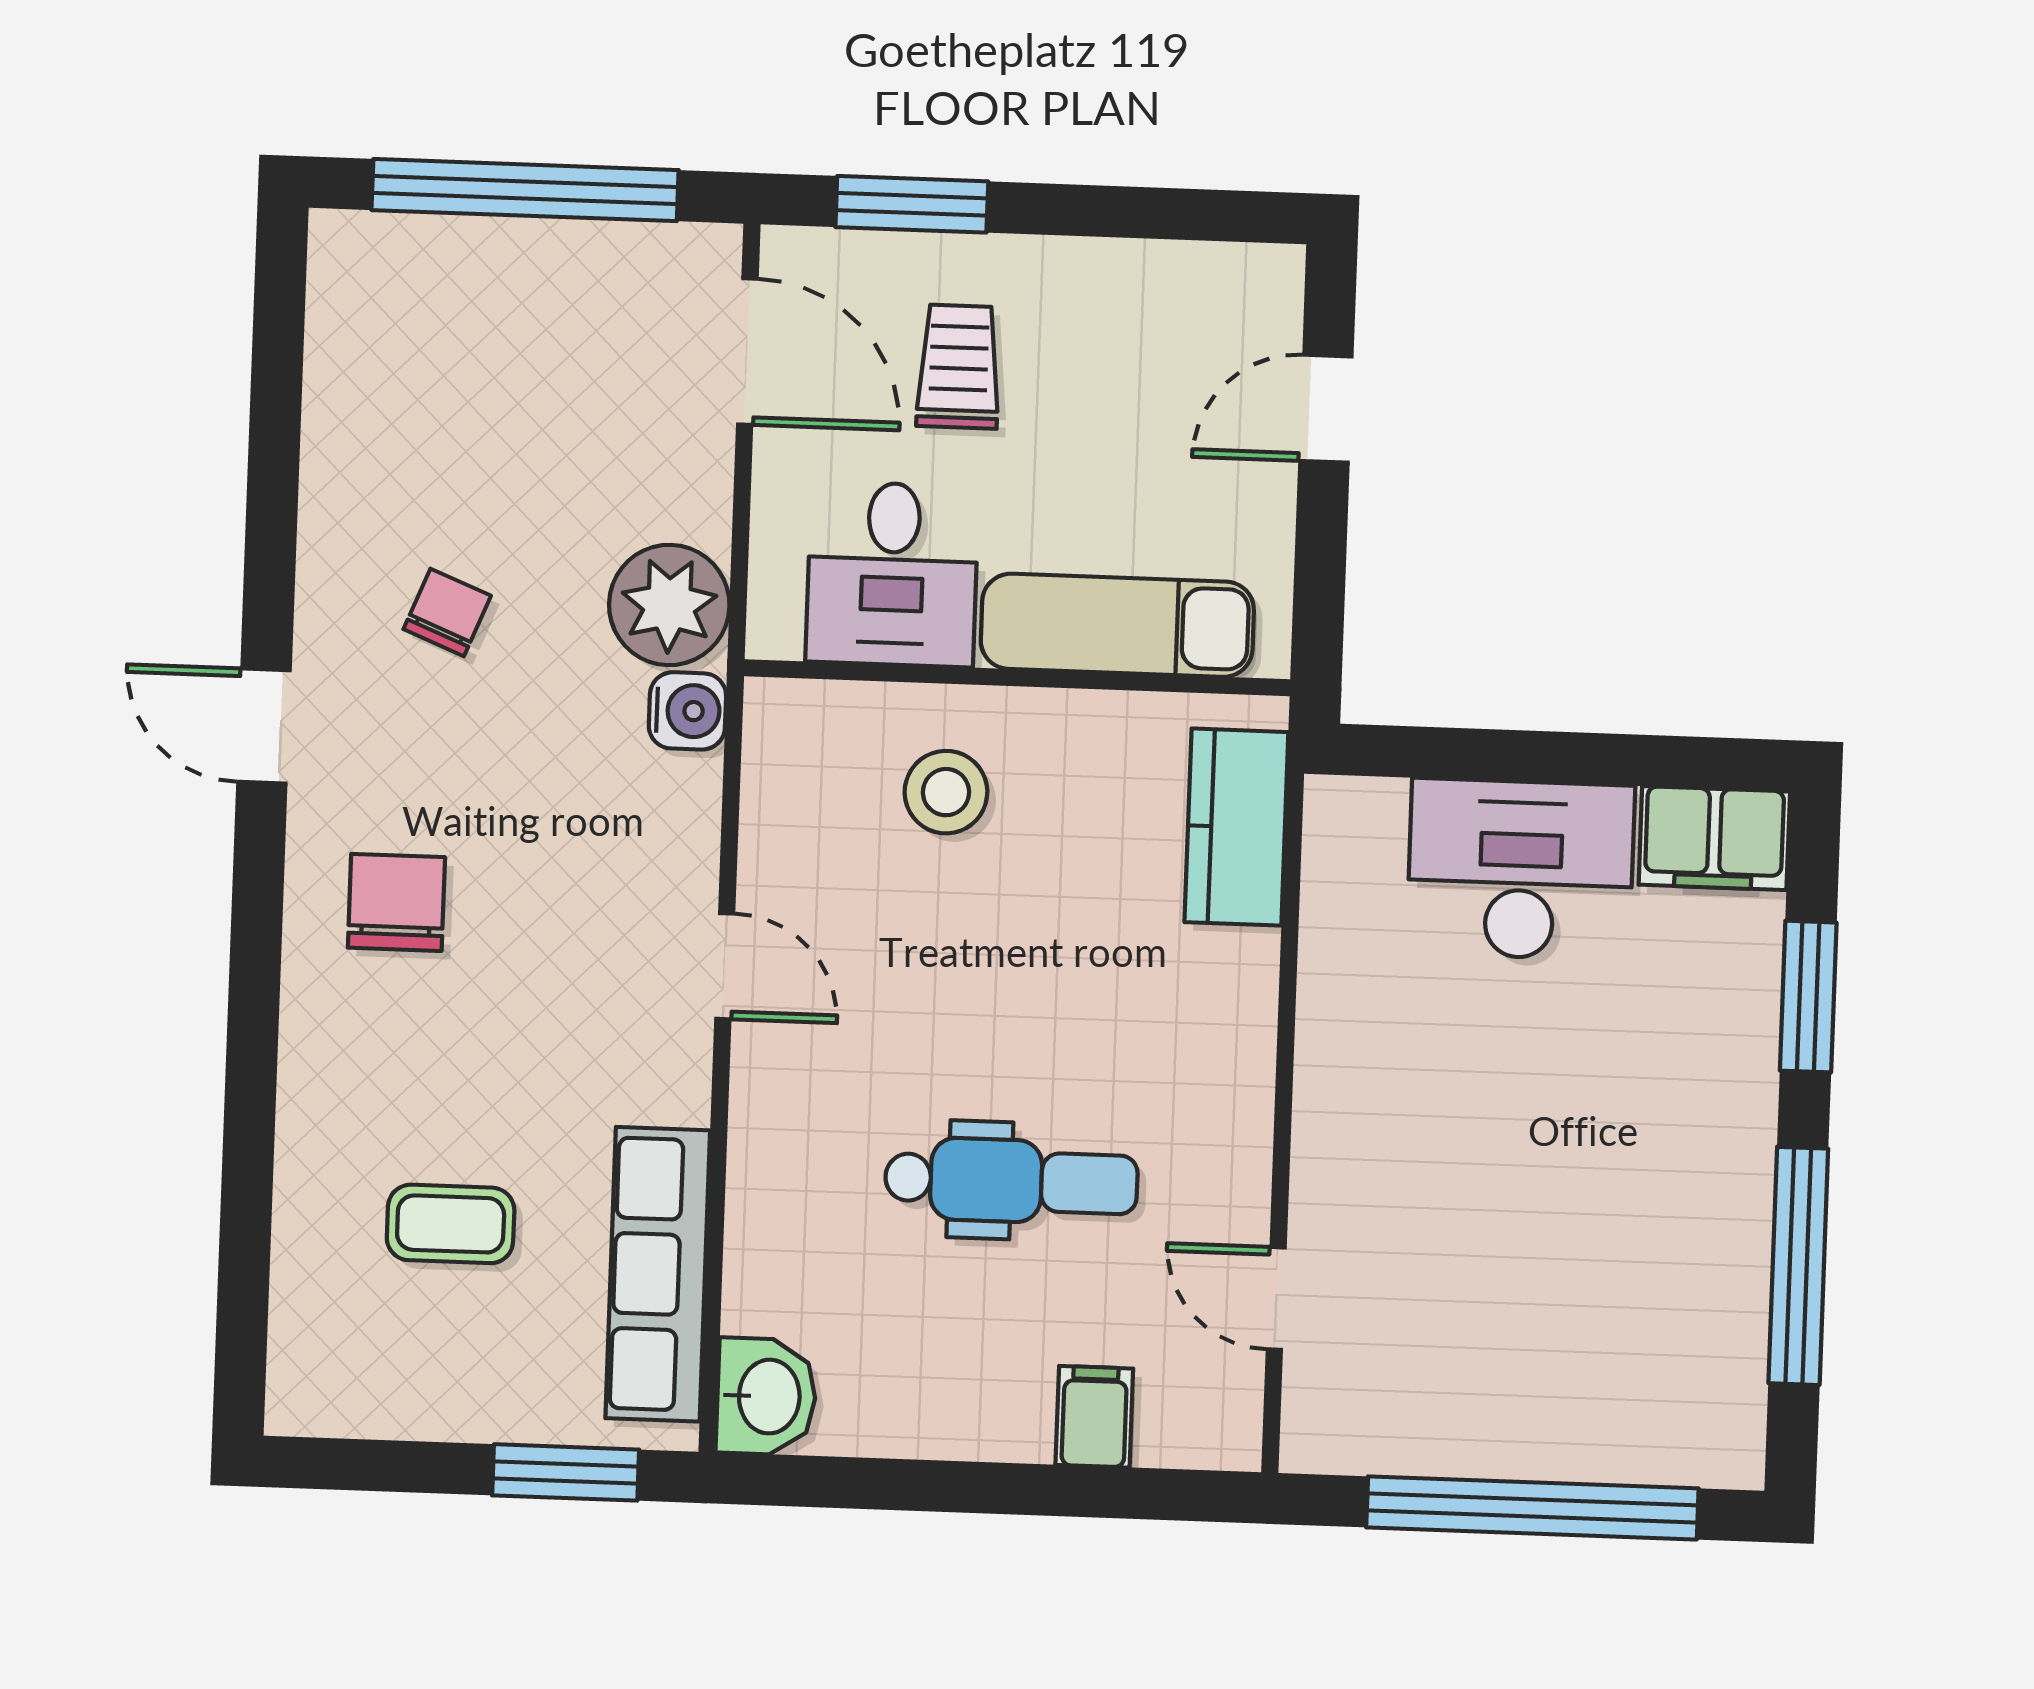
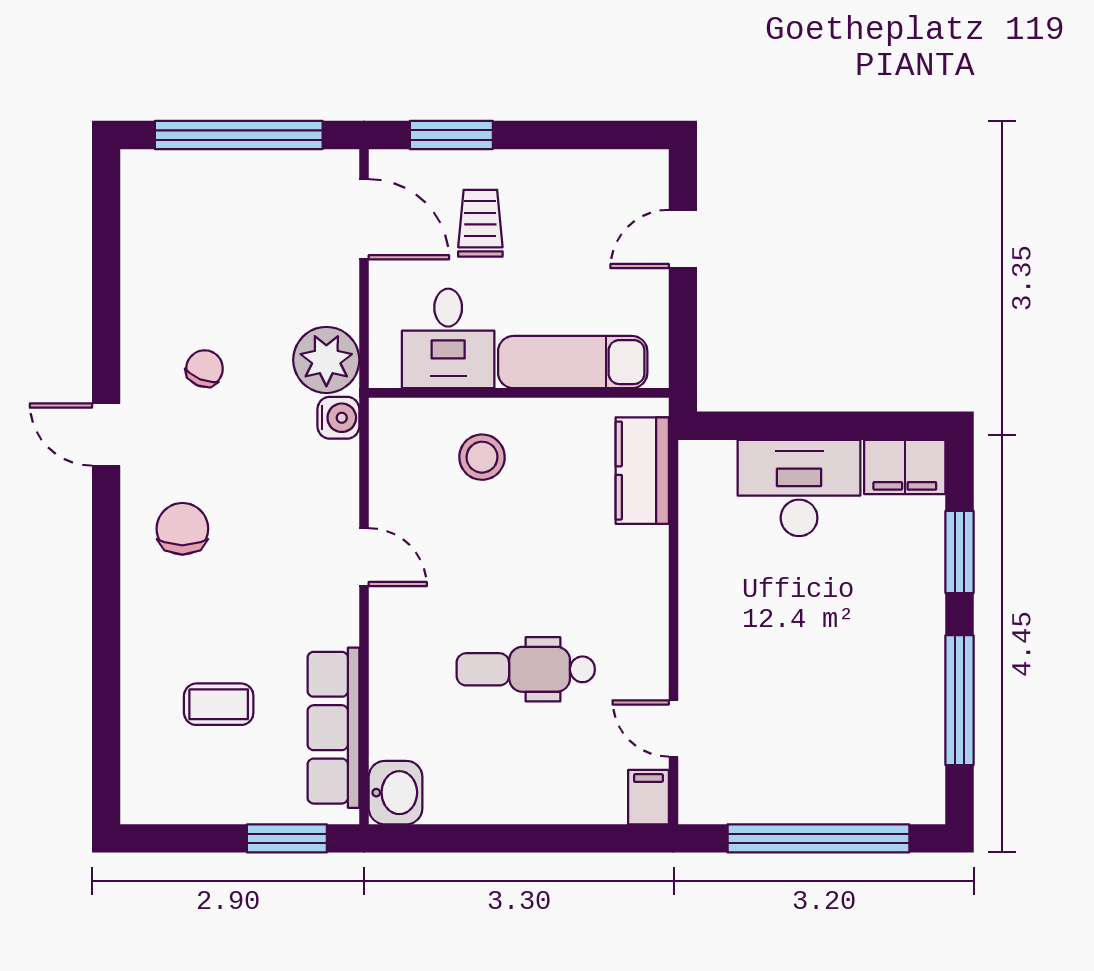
dental chair: (1011, 1181) -> (526, 669), turned 180
filing cabinet: (1094, 1417) -> (648, 797), moved

